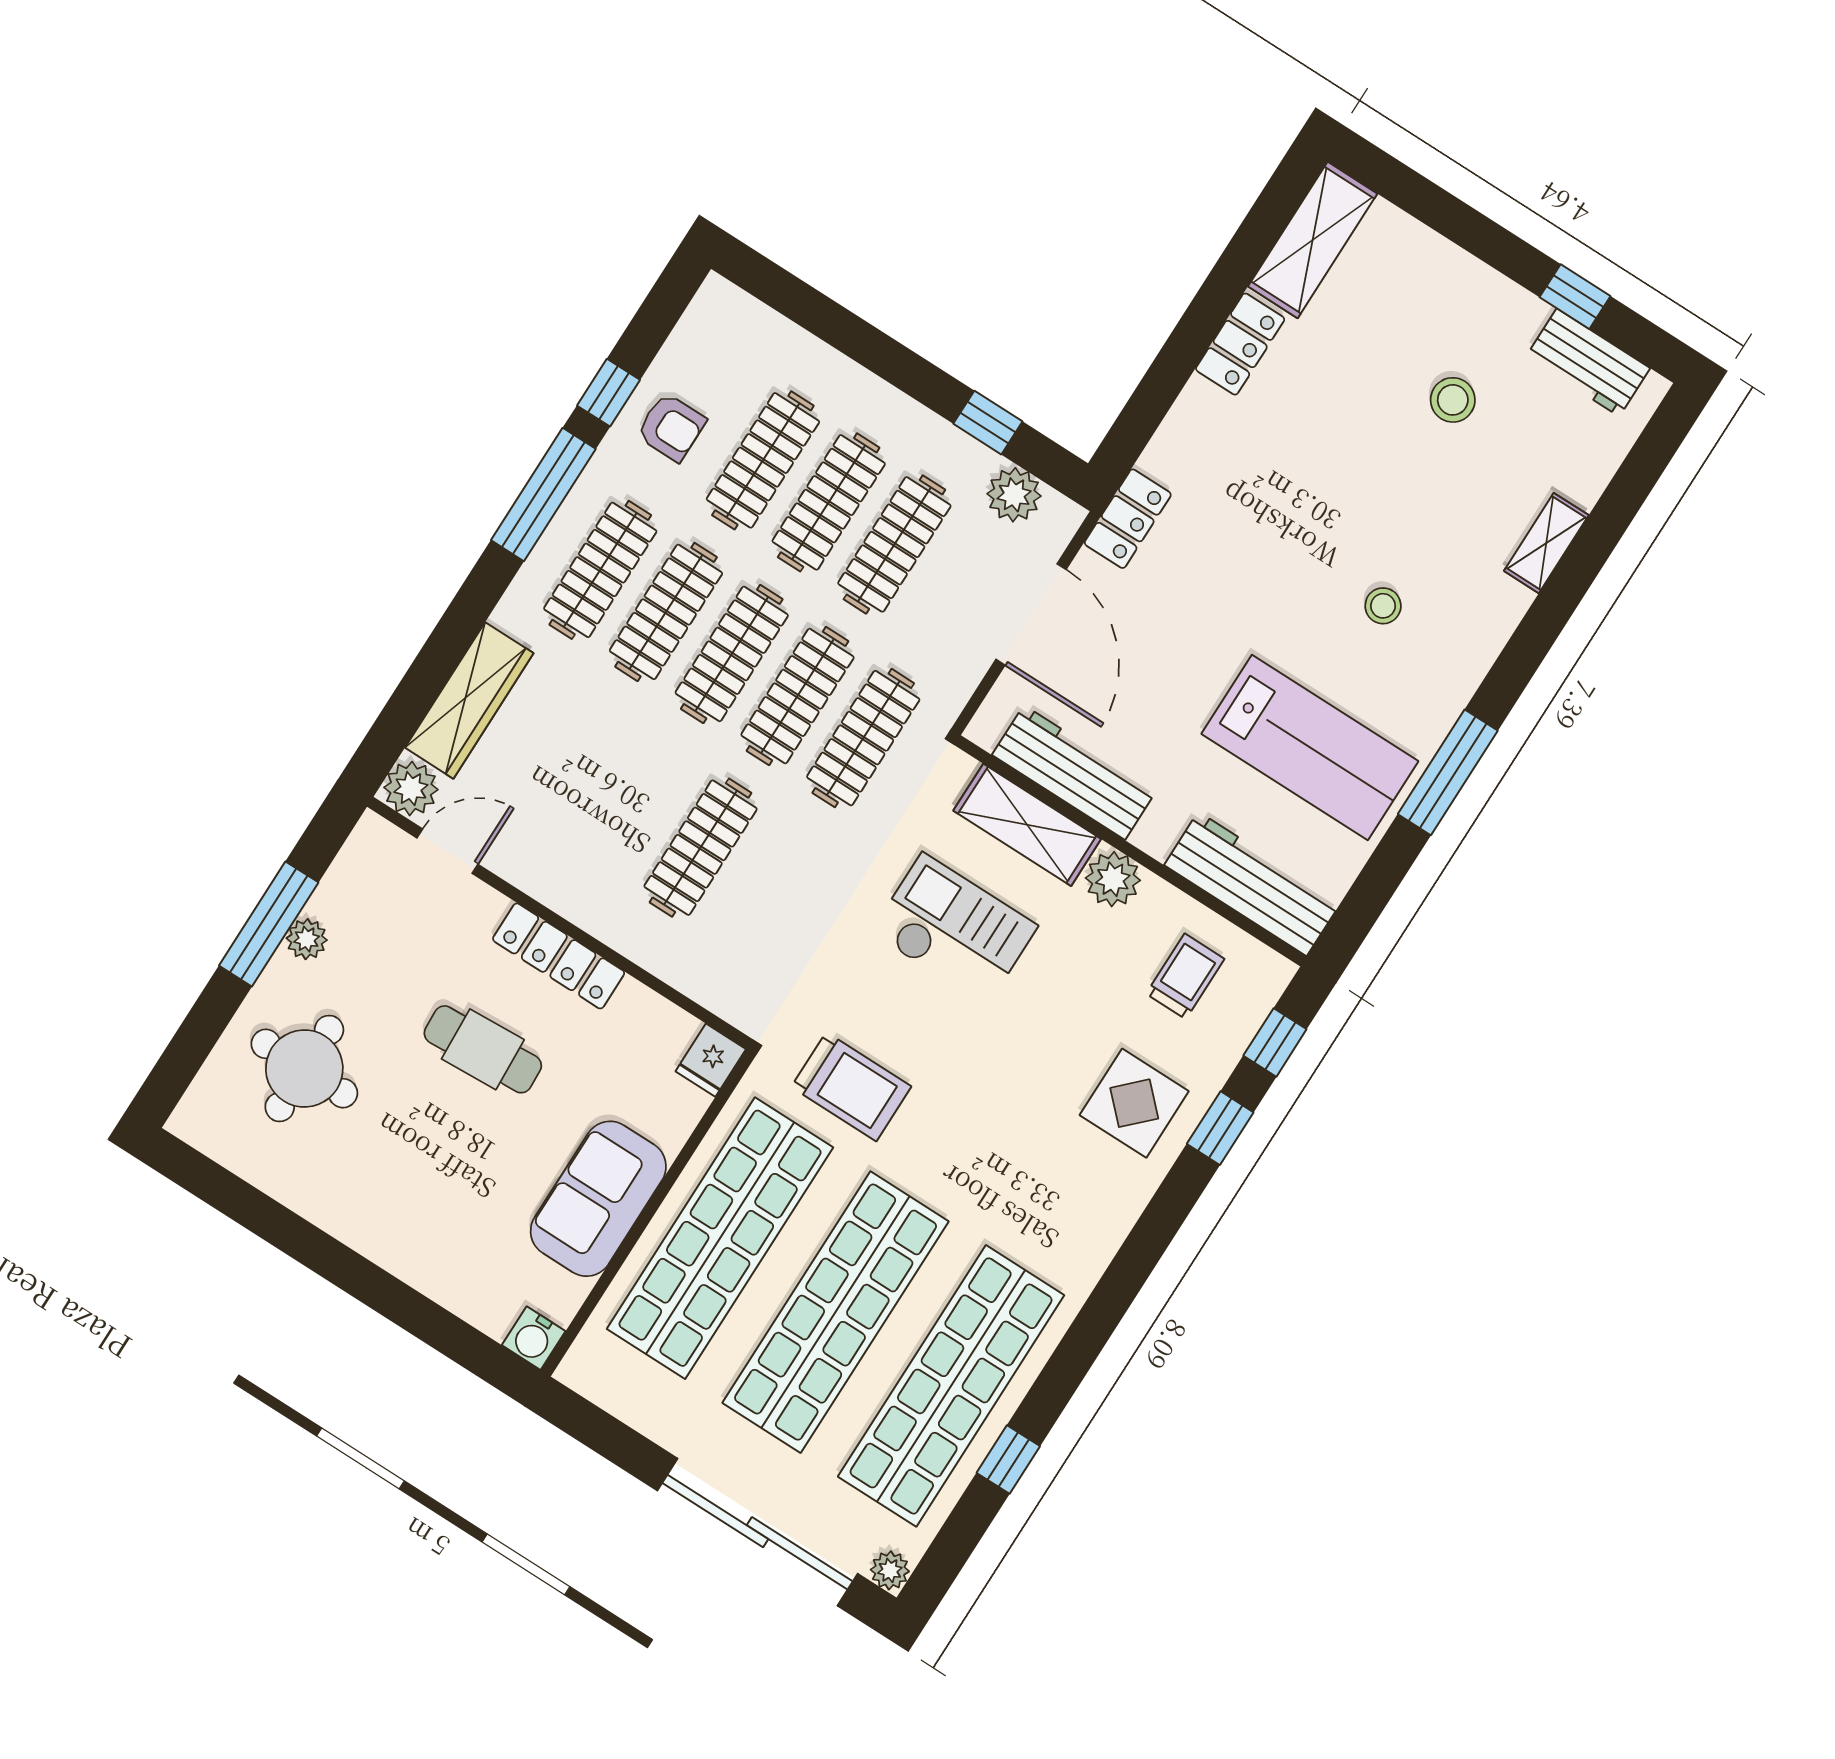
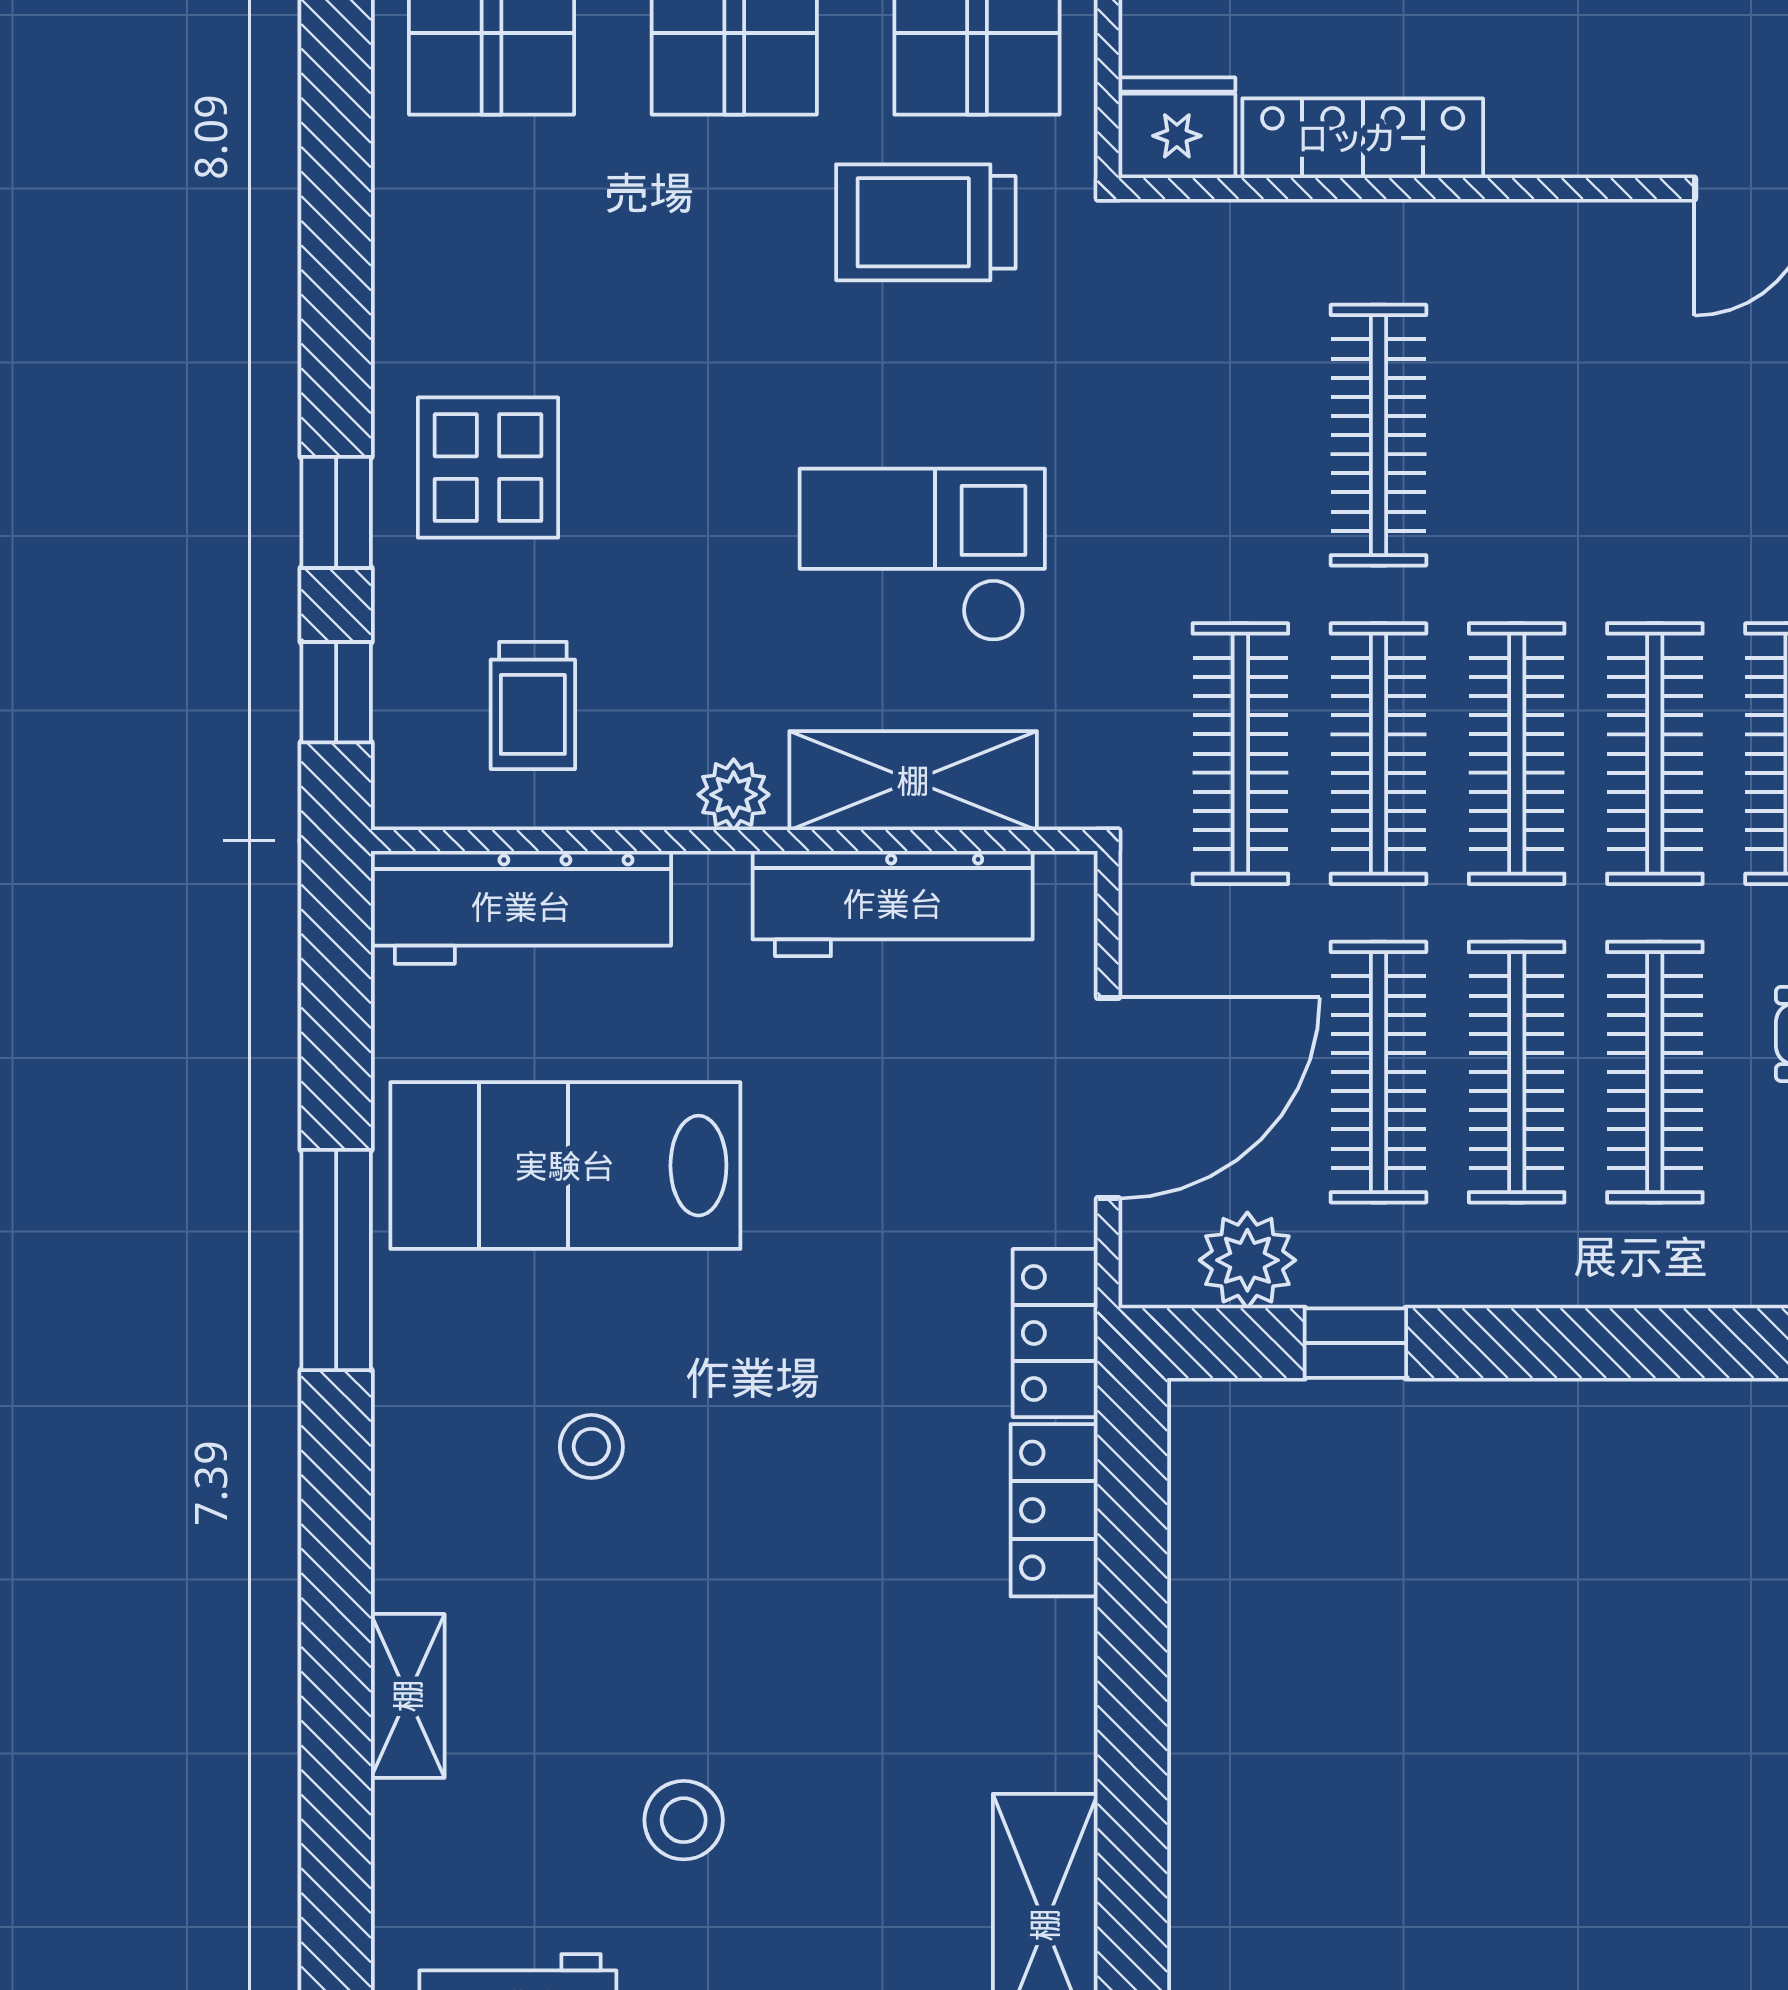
locker: (1240, 344) -> (1054, 1510), moved
door: (1031, 614) -> (1108, 1098), swing flipped
plant: (1113, 879) -> (734, 795), width x0.73, depth x0.73
checkout: (954, 929) -> (922, 555), turned 180
locker: (559, 956) -> (1363, 138), moved
fridge: (711, 1060) -> (1177, 128), width x1.38

